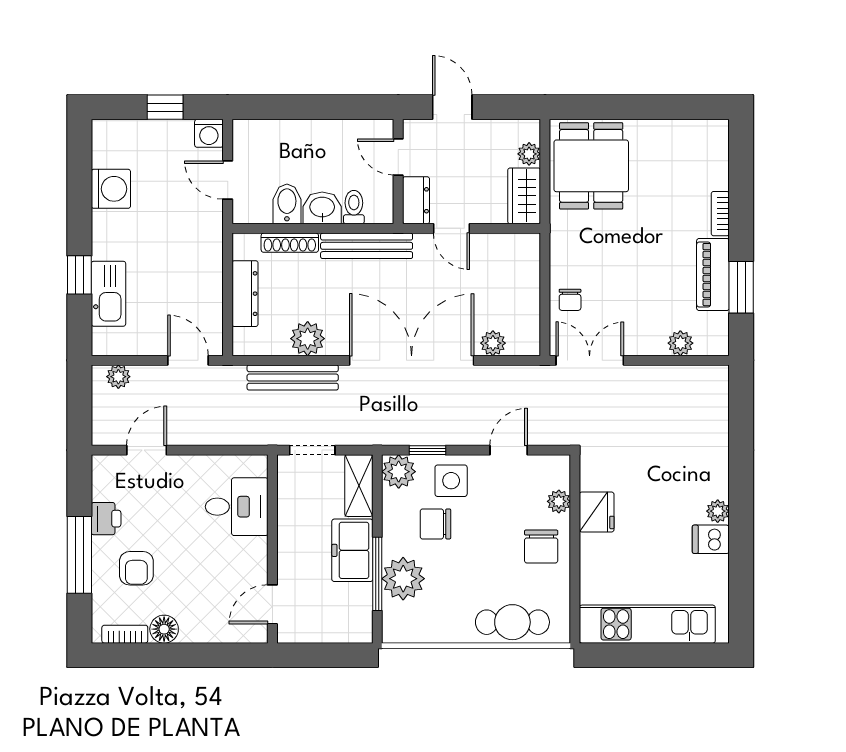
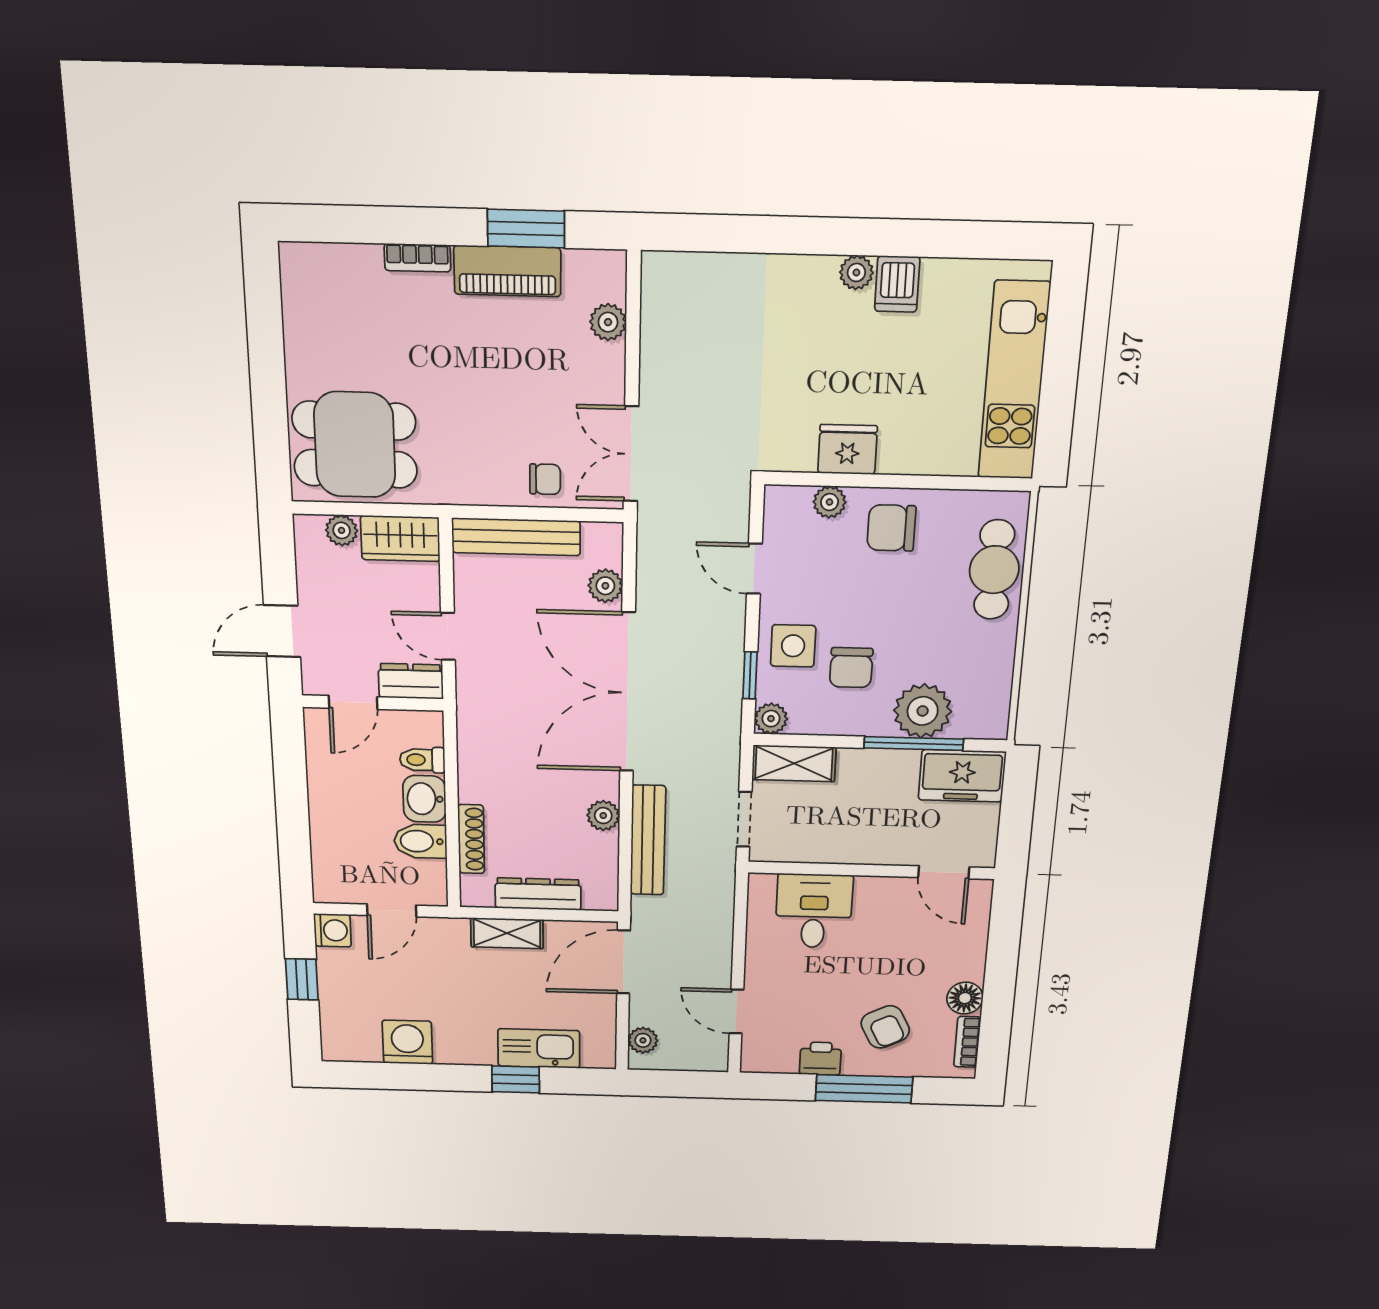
door: (451, 228) -> (448, 636), swing flipped
bench: (367, 246) -> (516, 537), moved, turned 90
shelving: (210, 269) -> (507, 933), added
plant: (308, 339) -> (603, 816), width x0.73, depth x0.73
door: (188, 360) -> (623, 962), width x1.38
plant: (399, 472) -> (771, 719), width x0.73, depth x0.73
chair: (541, 546) -> (891, 528), turned 180
freezer: (352, 550) -> (962, 776), moved
armchair: (136, 568) -> (885, 1027), turned 63

